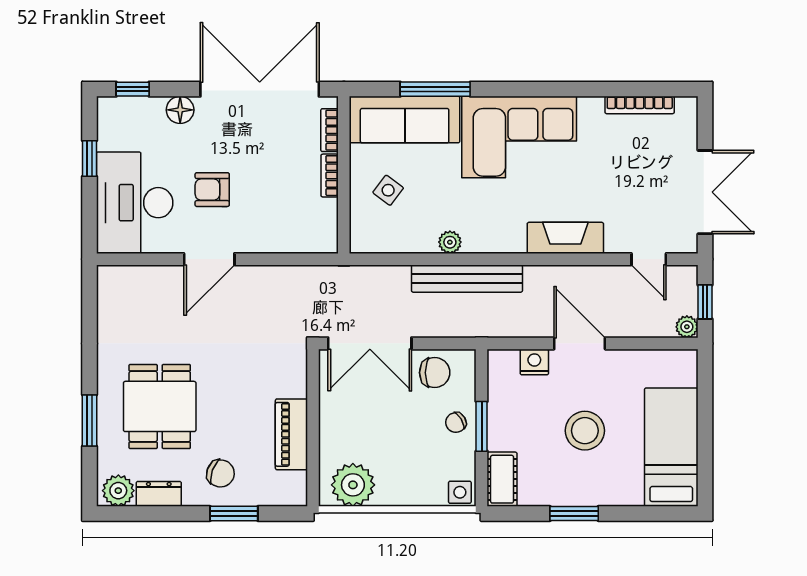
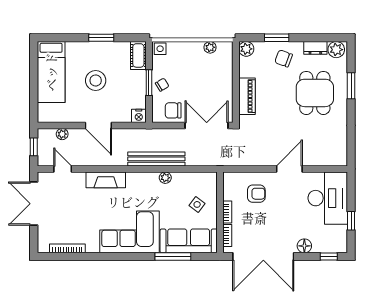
armchair: (212, 190) -> (256, 194), moved
plant: (687, 327) -> (62, 134), moved
nightstand: (534, 362) -> (139, 116), moved
piano: (291, 434) -> (247, 96), moved
plant: (353, 485) -> (210, 47), width x0.53, depth x0.53
plant: (293, 492) -> (246, 49), added

